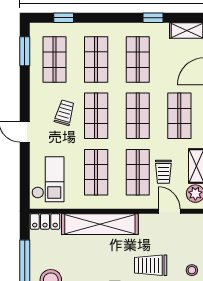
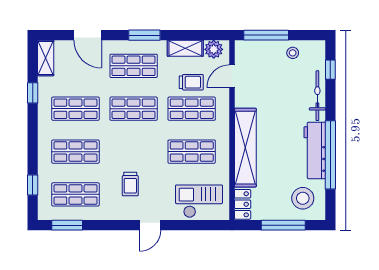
trolley: (65, 113) -> (130, 184), turned -106
shop shelf: (96, 116) -> (134, 152), removed
trolley: (151, 265) -> (288, 95), removed

